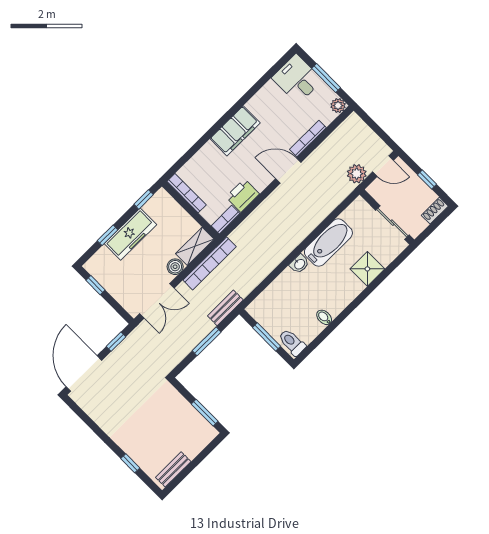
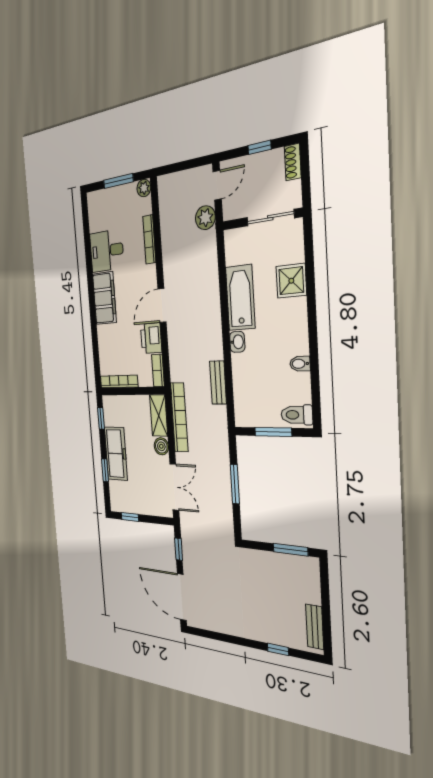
desk: (297, 79) -> (107, 251), moved
door: (288, 170) -> (162, 305), moved
bench: (225, 308) -> (218, 383), moved

